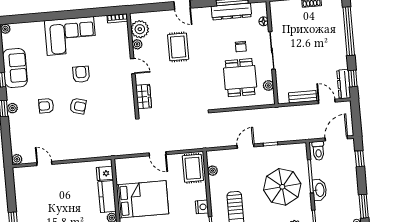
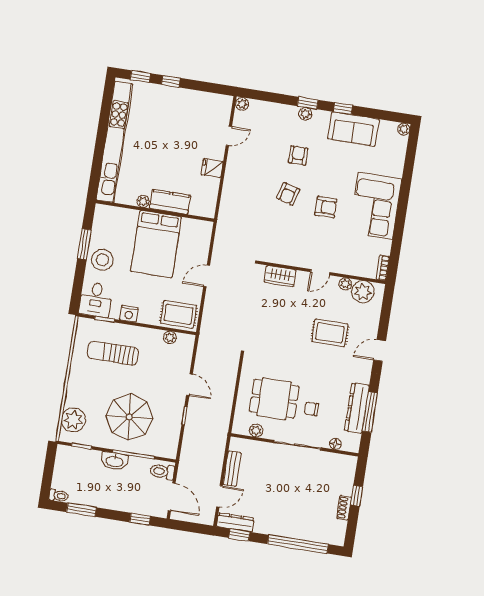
fridge: (105, 173) -> (212, 168), moved, turned -90

